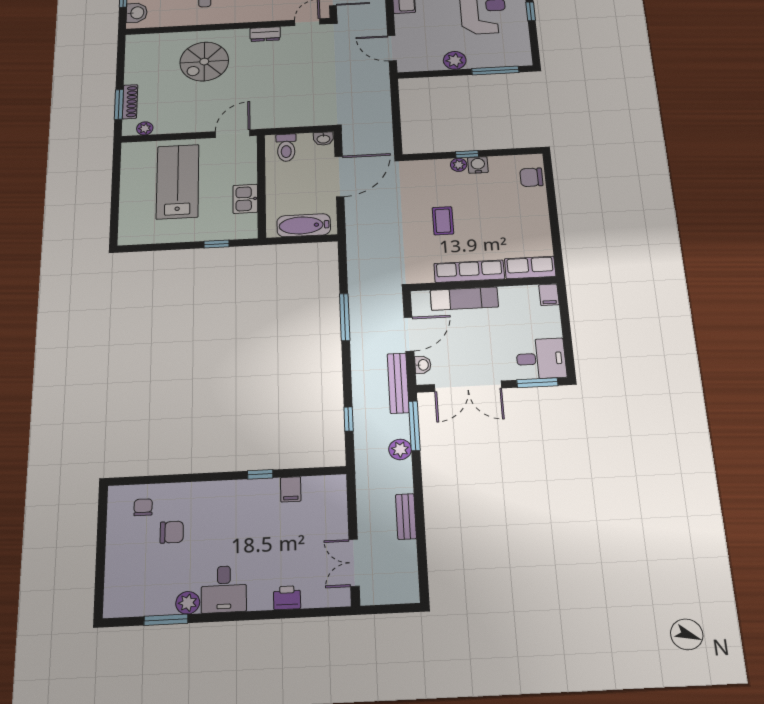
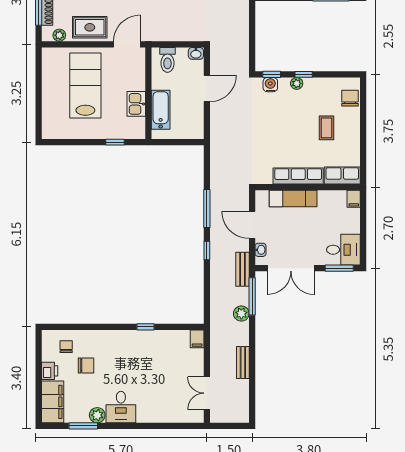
rug: (185, 118) -> (90, 27), added
window: (425, 156) -> (272, 74), added
water cooler: (478, 165) -> (270, 85), moved
door: (339, 176) -> (207, 88), width x0.73
chair: (531, 177) -> (350, 98), turned 90
coffee table: (443, 221) -> (327, 128), moved
bathtub: (304, 225) -> (161, 110), moved, turned 90
door: (409, 334) -> (252, 225), swing flipped
bench: (398, 383) -> (243, 269), width x0.73
window: (349, 419) -> (207, 251), moved
filing cabinet: (291, 489) -> (197, 339), moved
filing cabinet: (120, 587) -> (53, 402), added
printer: (287, 598) -> (50, 371), moved, turned 90

